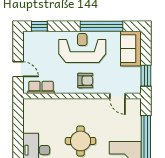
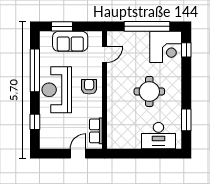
window: (39, 26) -> (35, 122), moved
sofa: (131, 49) -> (70, 41), moved
window: (146, 76) -> (62, 26), moved

